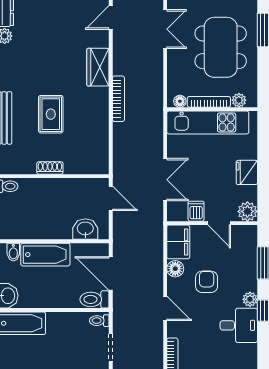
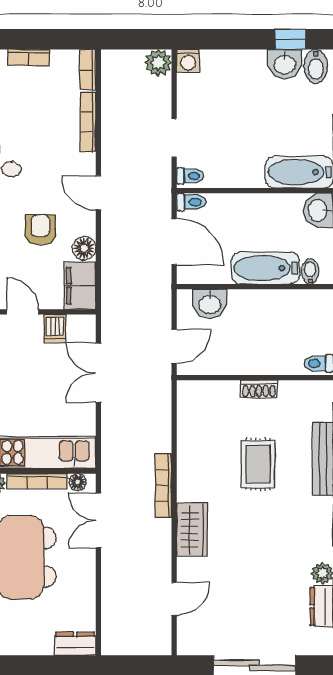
double door: (165, 29) -> (98, 520), moved
door: (111, 198) -> (174, 346), swing flipped
armchair: (207, 282) -> (40, 230), turned 180
toilet: (95, 299) -> (191, 202), width x0.73, depth x0.72

